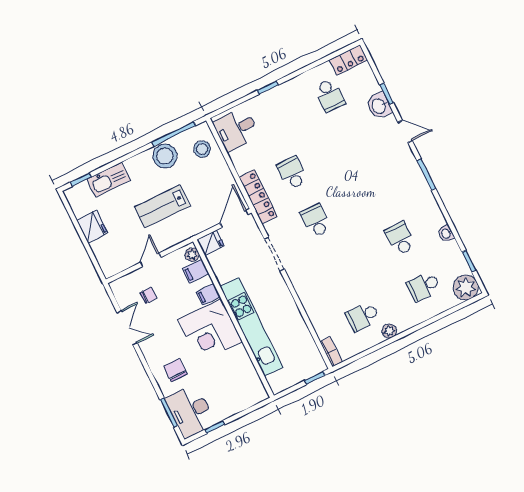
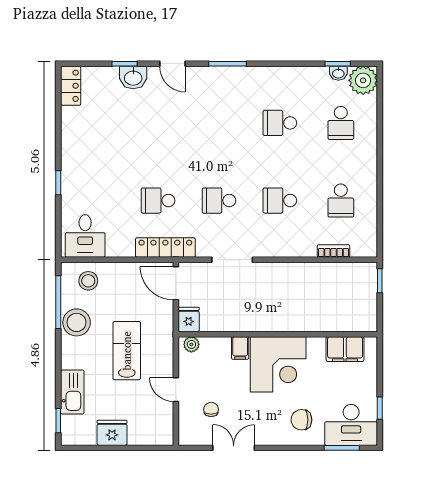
school desk: (330, 95) -> (280, 201), moved, turned 180
door: (405, 131) -> (172, 64), swing flipped
lab bench: (162, 206) -> (127, 351), turned 180
washbasin: (446, 234) -> (338, 73), moved
filing cabinet: (196, 271) -> (345, 349), moved, width x2.00
kitchen unit: (251, 327) -> (295, 320), removed
plant: (389, 331) -> (369, 181), removed
bookcase: (331, 352) -> (334, 251), moved

